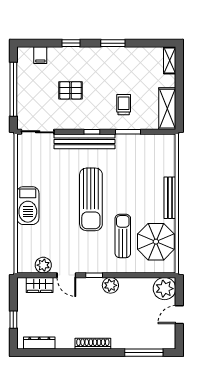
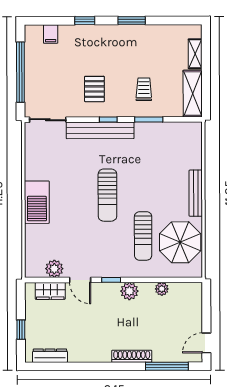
shelving: (170, 60) -> (195, 54), moved
pallet: (70, 90) -> (94, 89), moved, turned 90
sun lounger: (91, 199) -> (107, 195), width x0.73, depth x0.75
sun lounger: (123, 236) -> (143, 236), turned 180
plant: (165, 289) -> (162, 289), moved, width x0.53, depth x0.53
door: (179, 315) -> (206, 343), moved
shoe rack: (93, 344) -> (132, 356), moved

